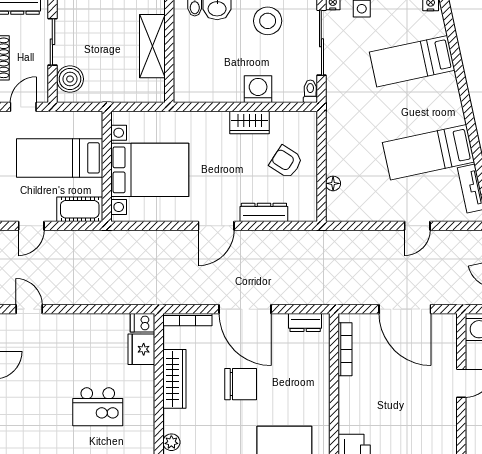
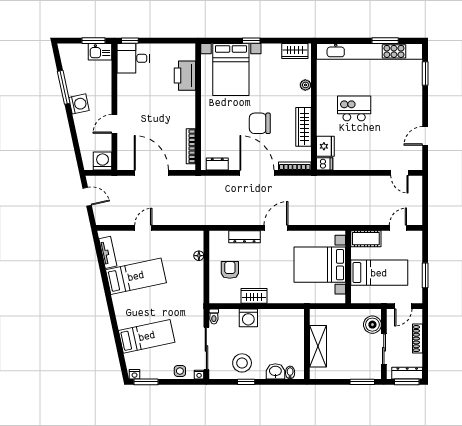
armchair: (286, 162) -> (230, 270), turned -123

